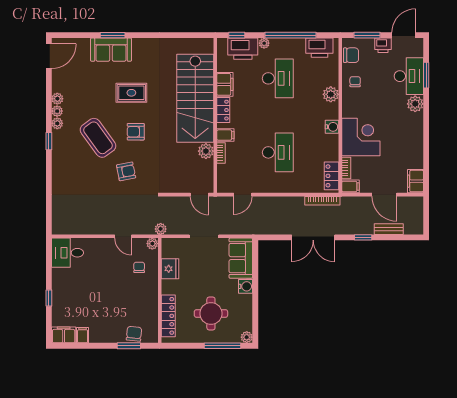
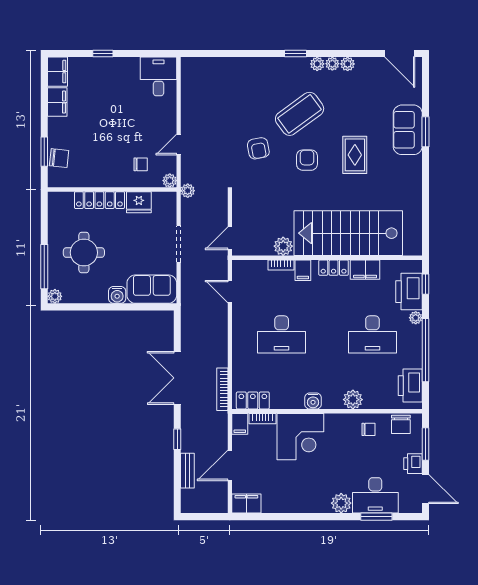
locker: (168, 316) -> (99, 200), moved
filing cabinet: (83, 335) -> (57, 102), width x2.00

